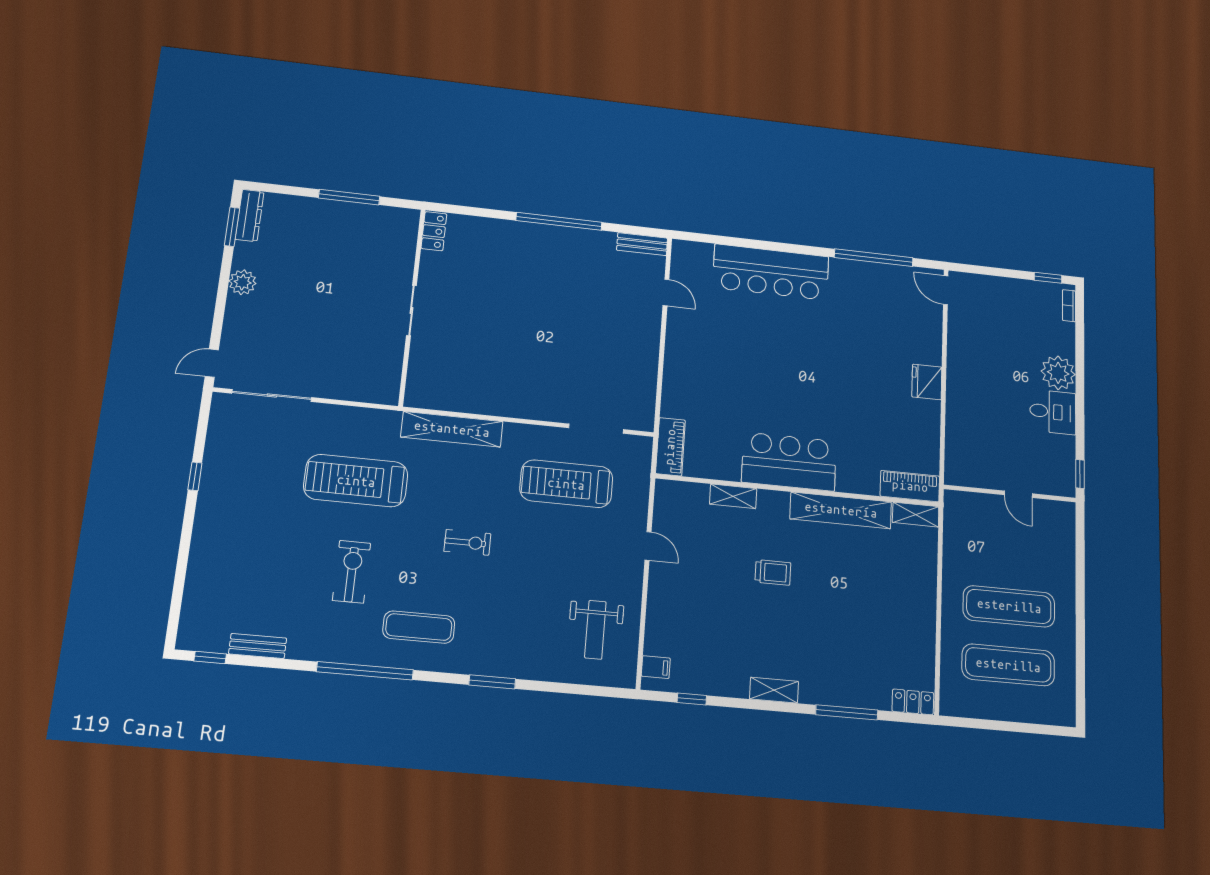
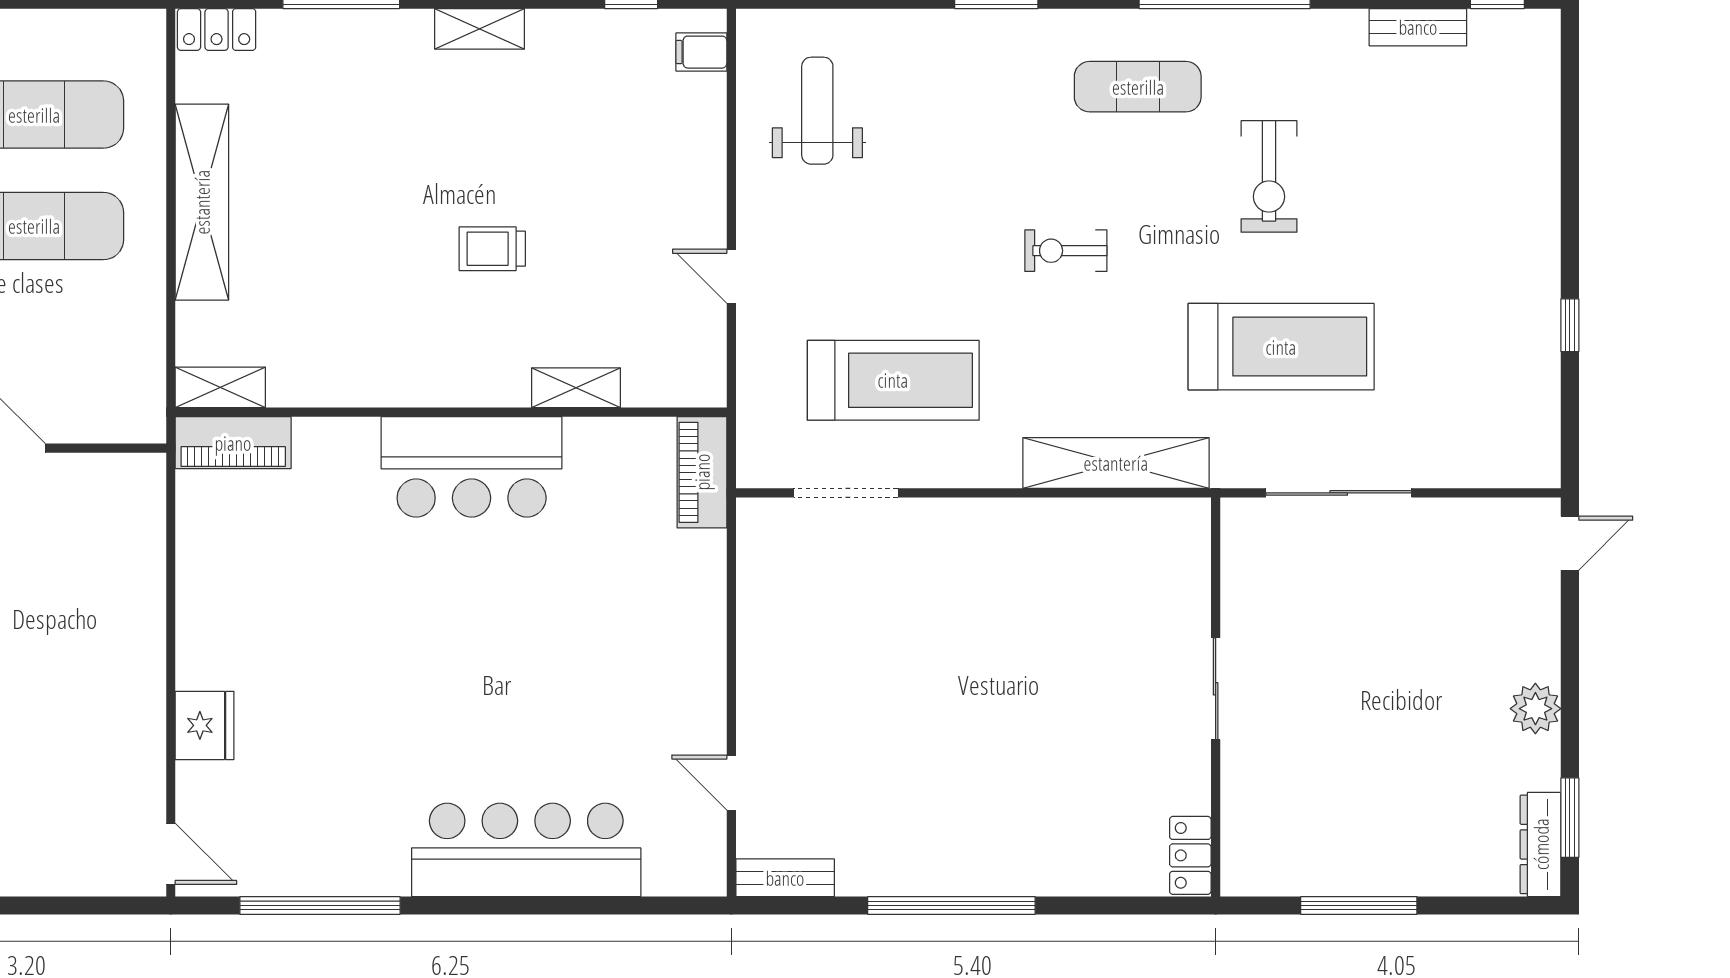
fridge: (927, 382) -> (205, 725), moved
sliding door: (272, 395) -> (1339, 493), moved
shelving: (841, 510) -> (202, 202), moved, turned 90

